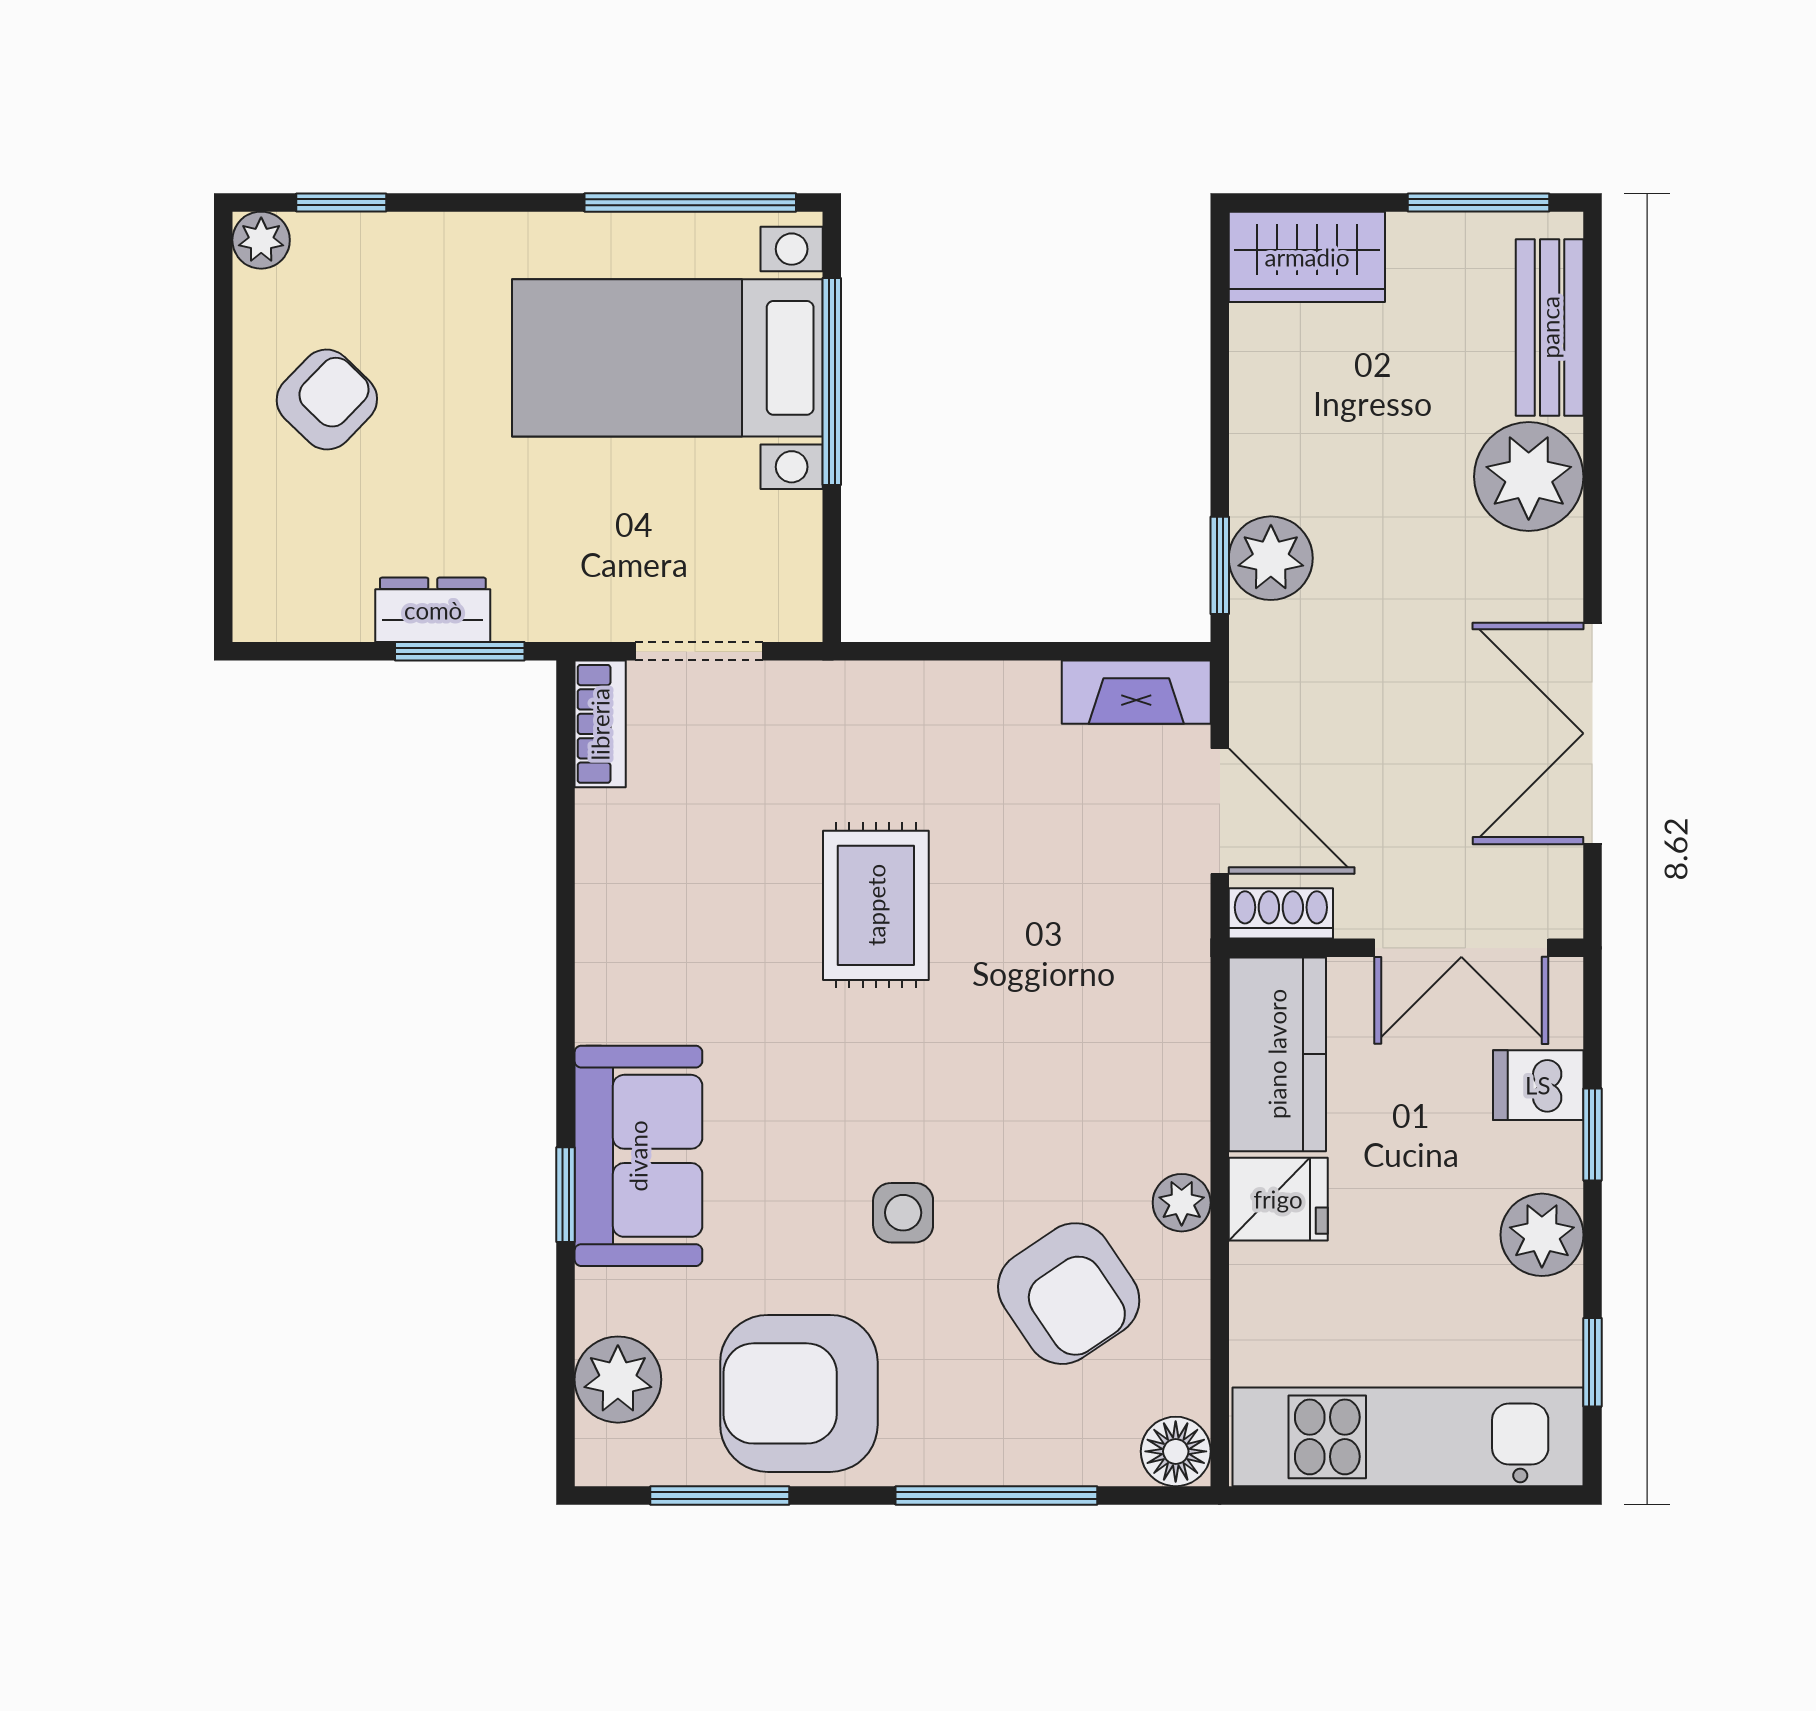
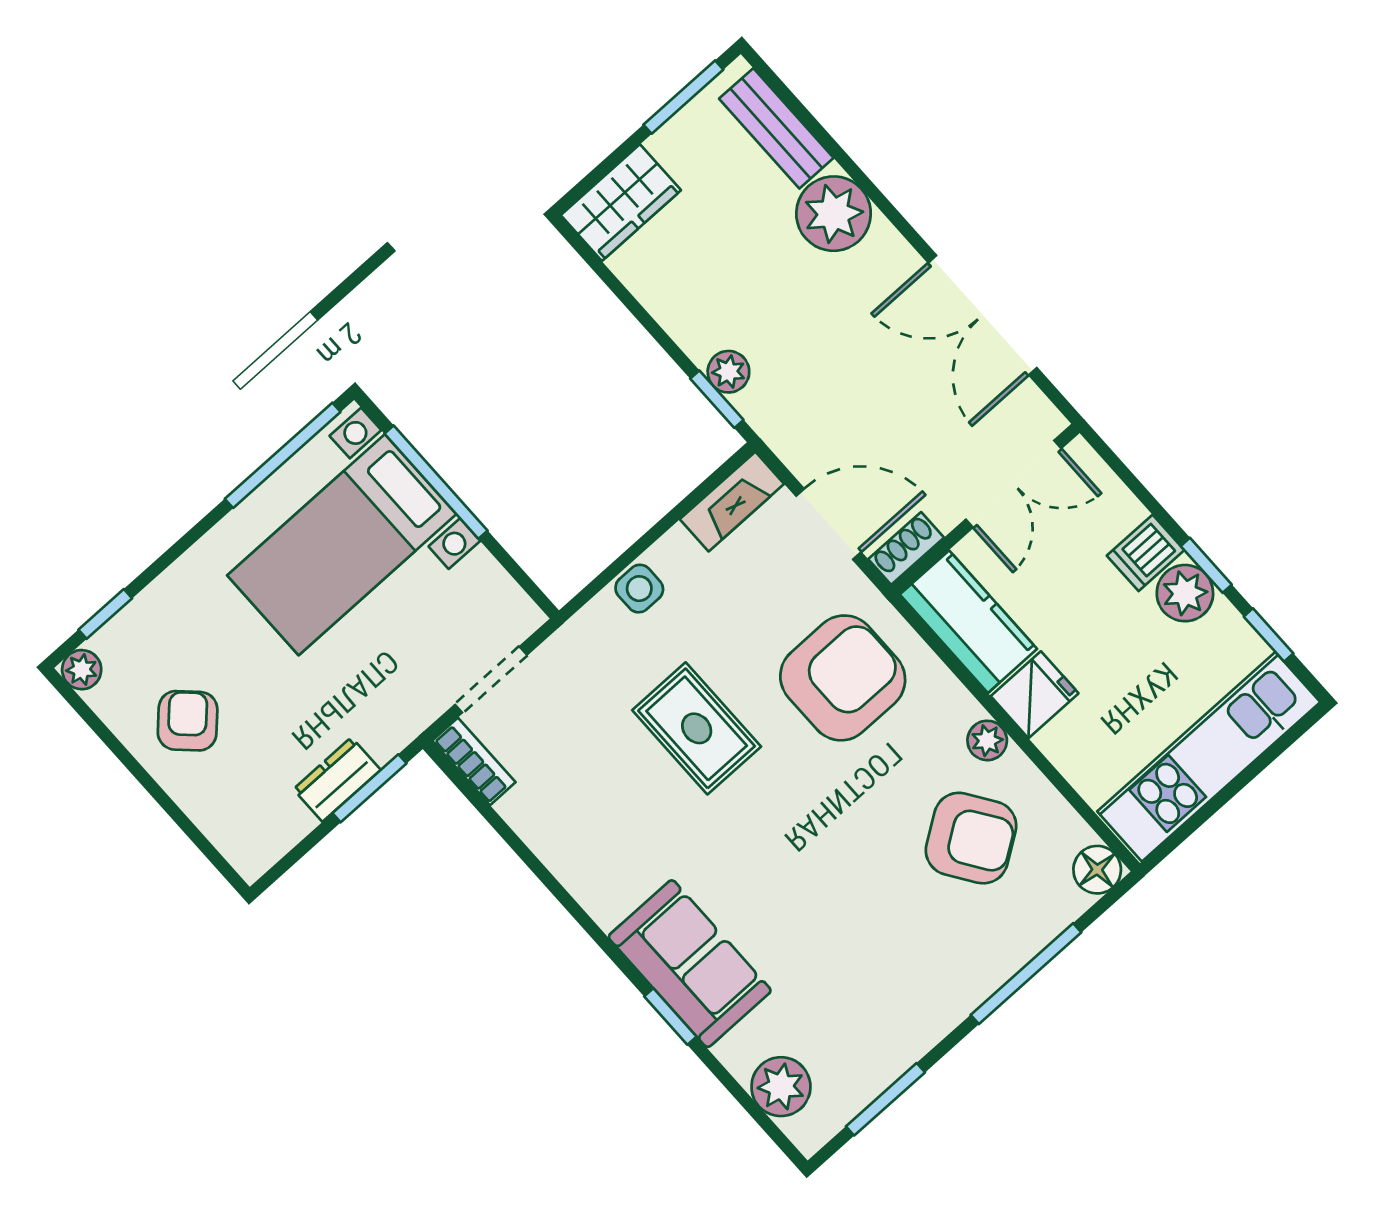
plant: (1271, 558) -> (728, 372), width x0.73, depth x0.73
dishwasher: (1538, 1085) -> (1146, 553), moved
window: (1592, 1134) -> (1206, 565), moved
side table: (903, 1213) -> (639, 589), moved
armchair: (799, 1393) -> (843, 678), moved, turned 180

